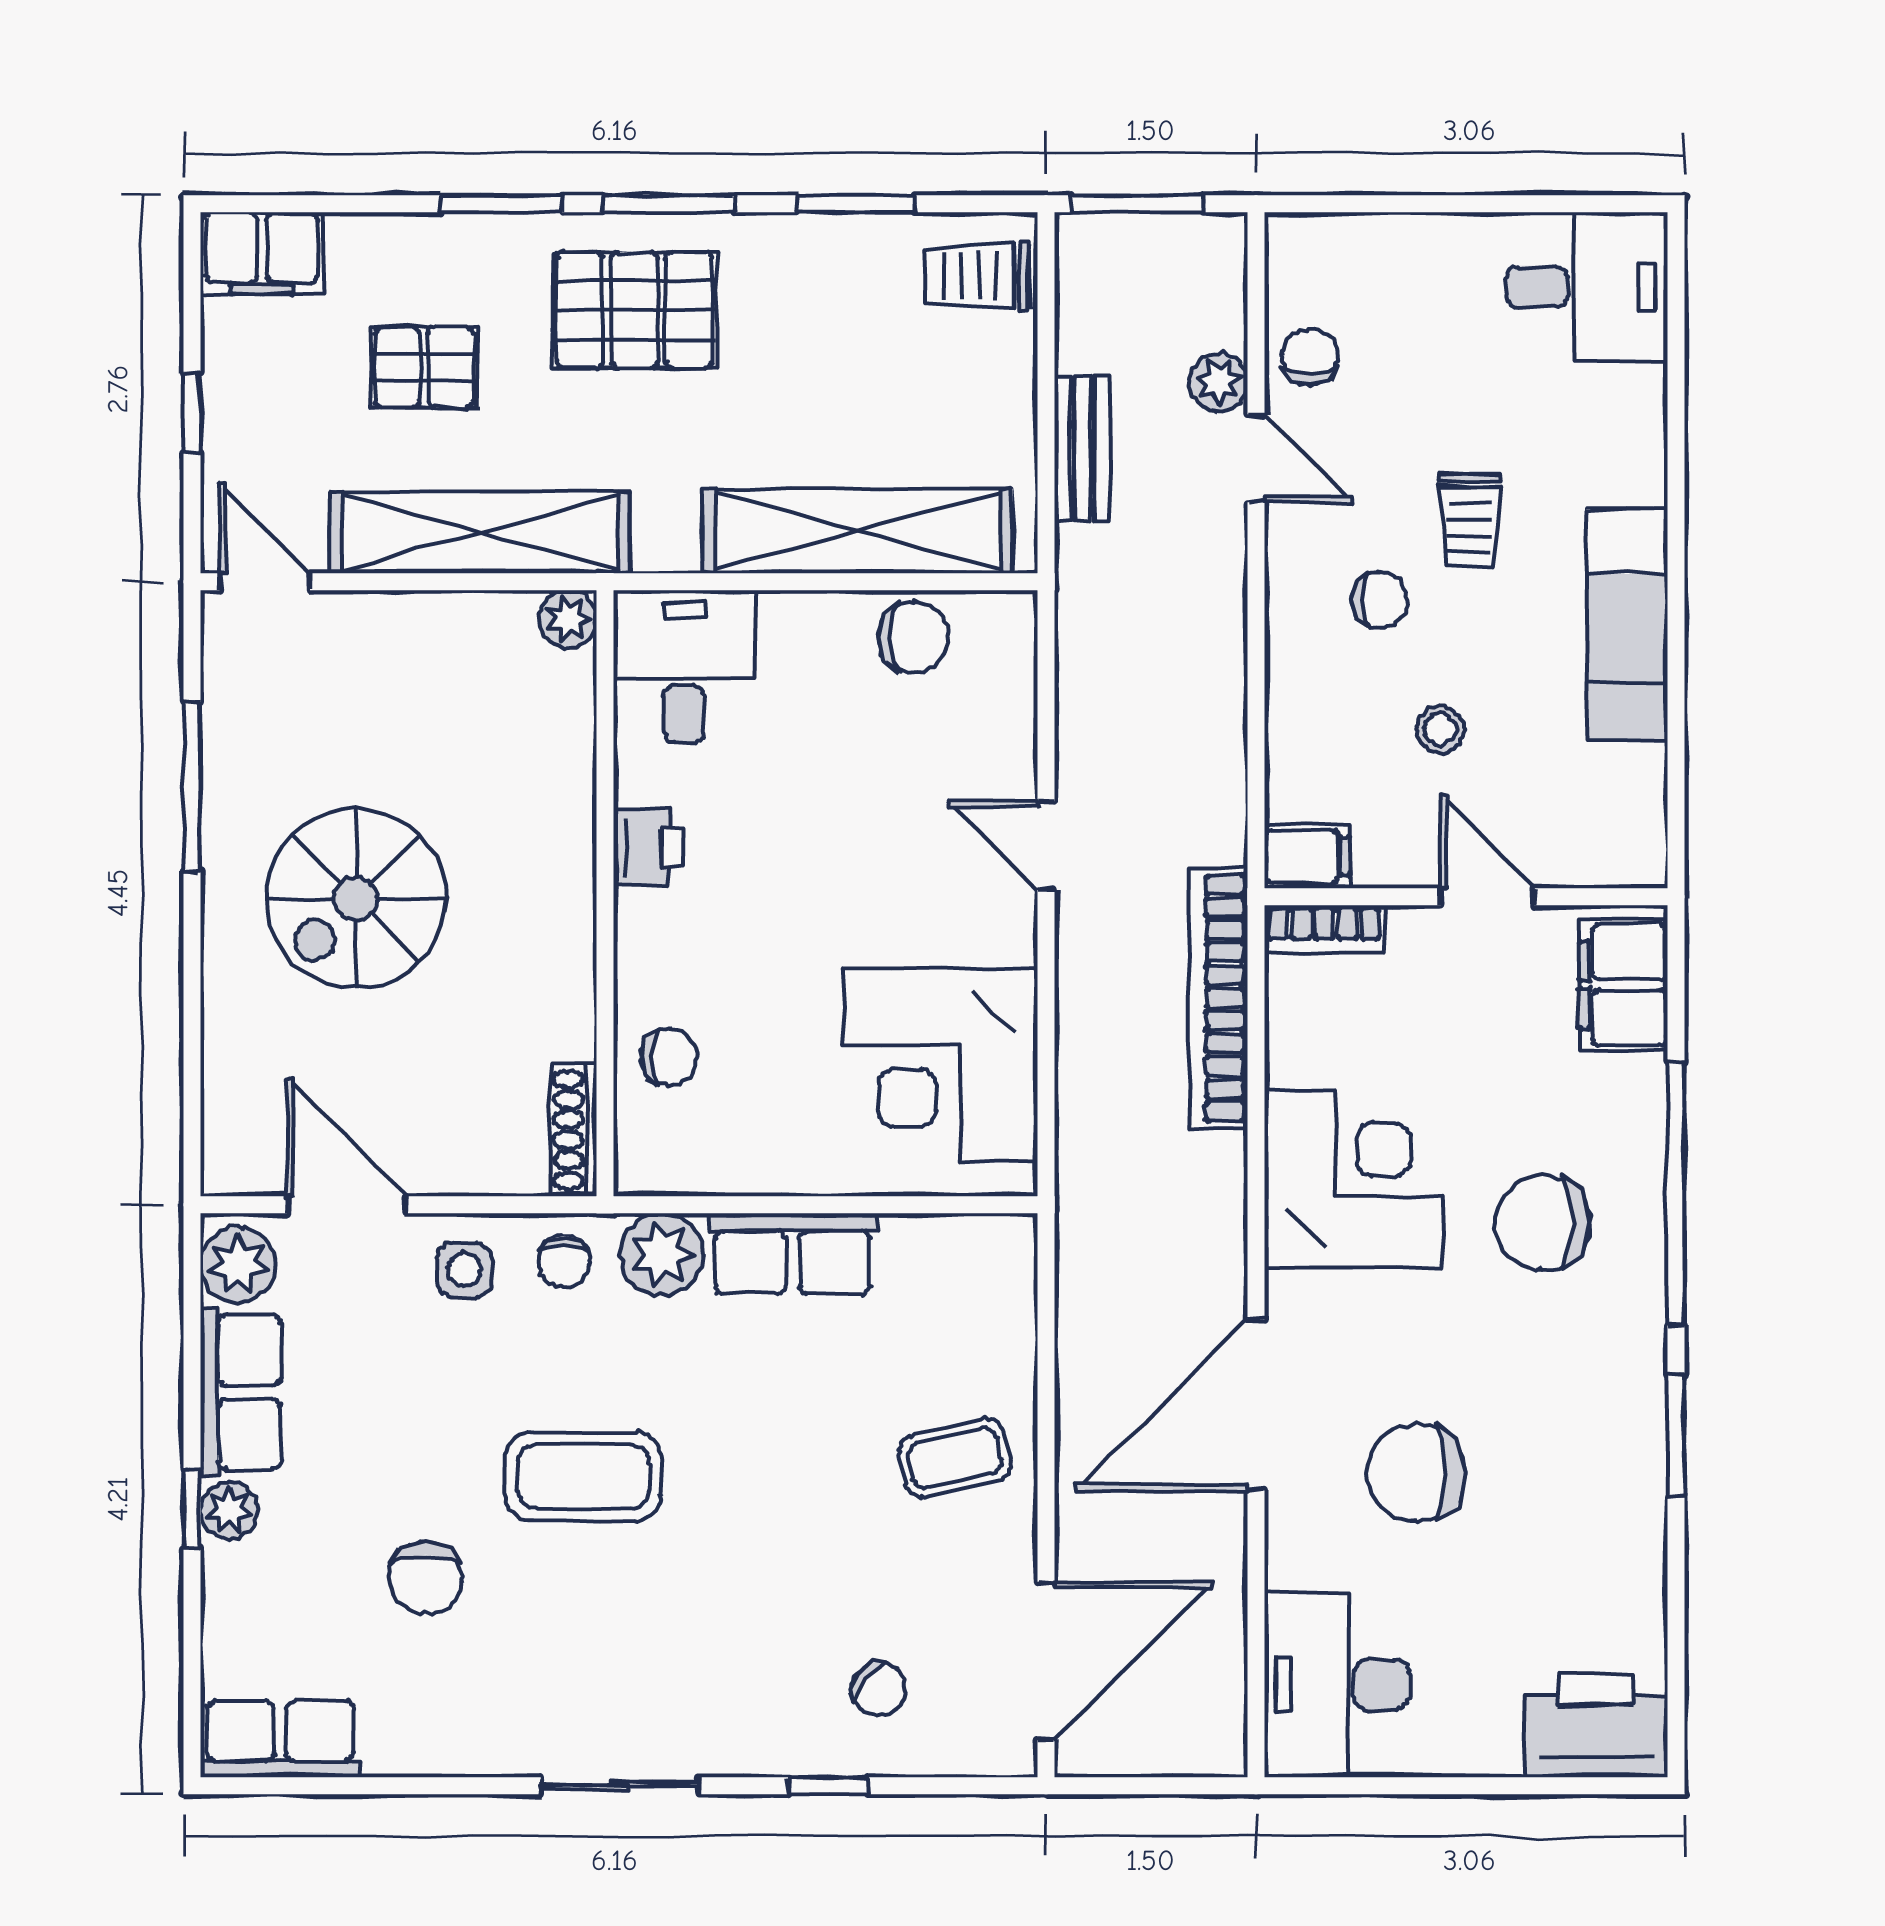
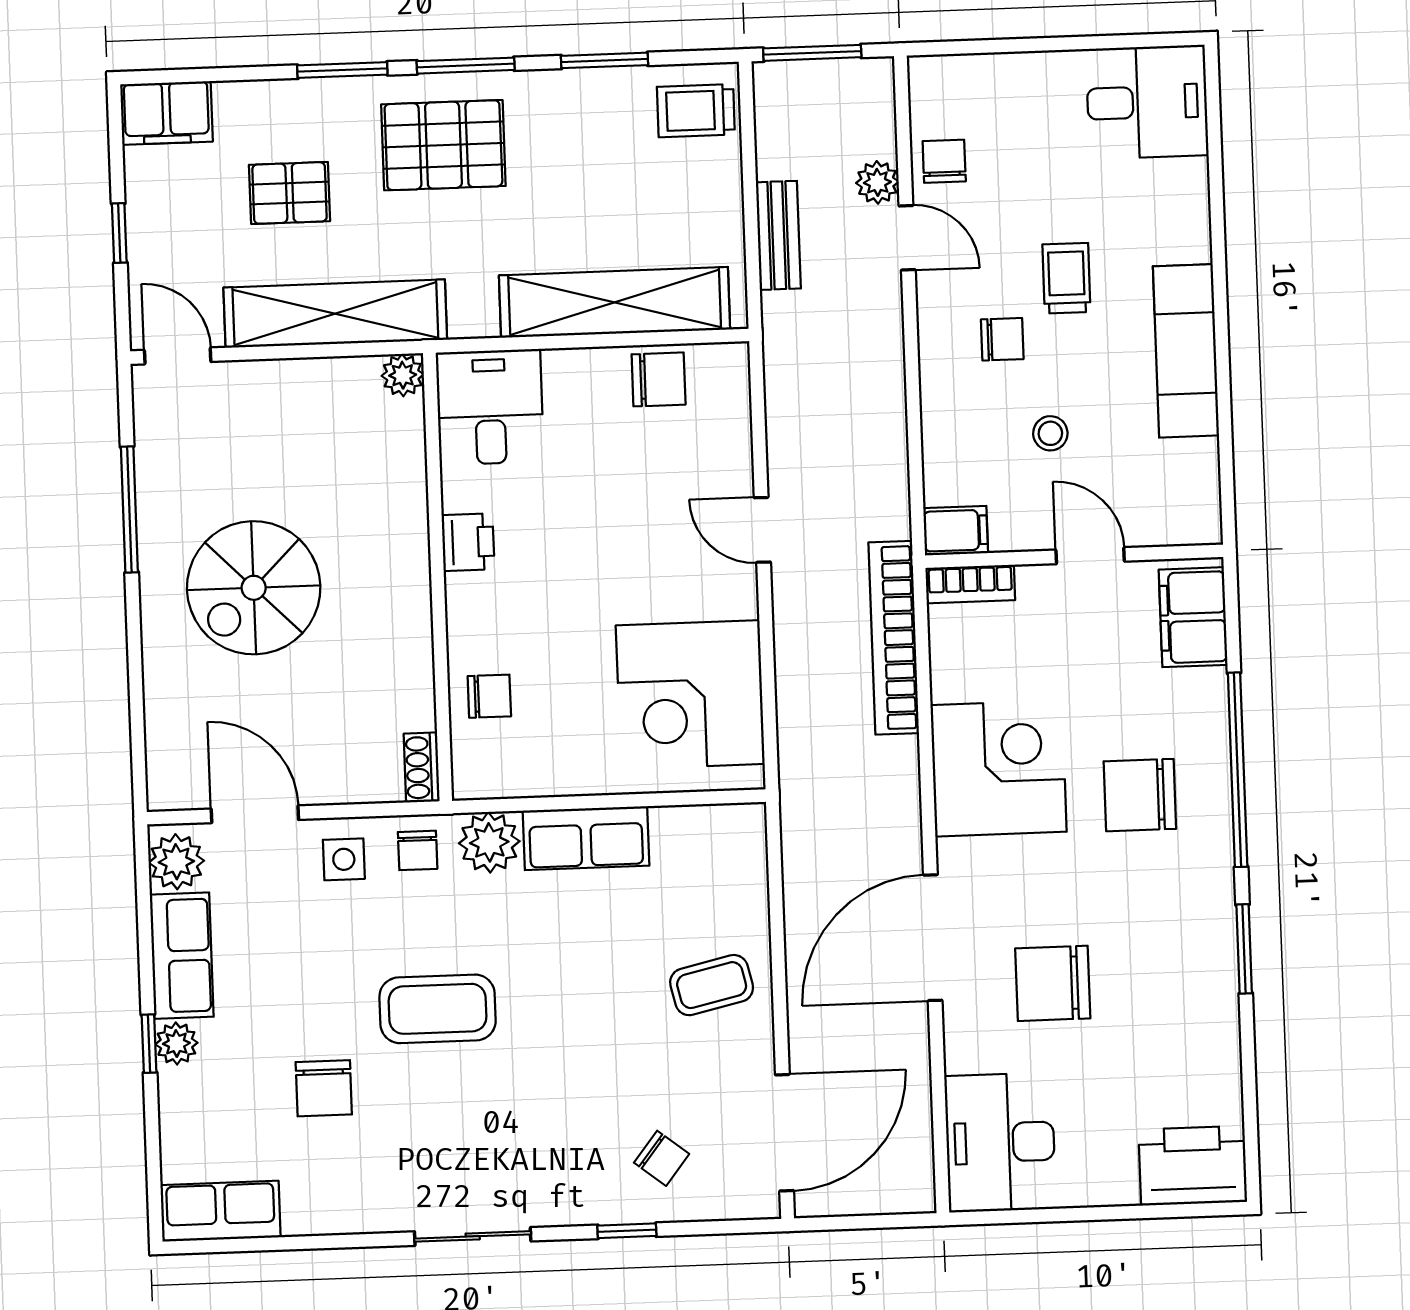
trolley: (1469, 521) -> (1066, 278), turned 180
shoe rack: (574, 1130) -> (422, 768), width x0.70

